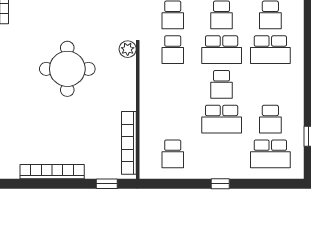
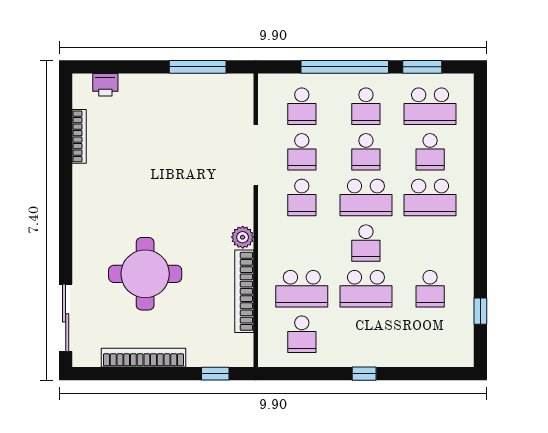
plant: (128, 49) -> (243, 237), moved
round table: (67, 69) -> (145, 274), moved
bookcase: (129, 143) -> (244, 291), moved
school desk: (270, 154) -> (302, 289), moved

